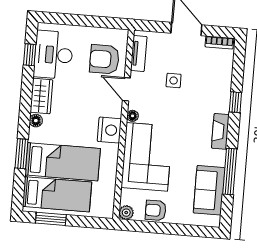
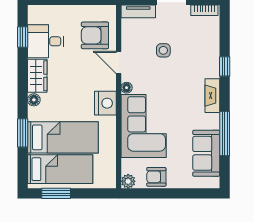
tv unit: (139, 54) -> (138, 11), moved, turned 90
desk: (53, 55) -> (46, 41), width x0.73

